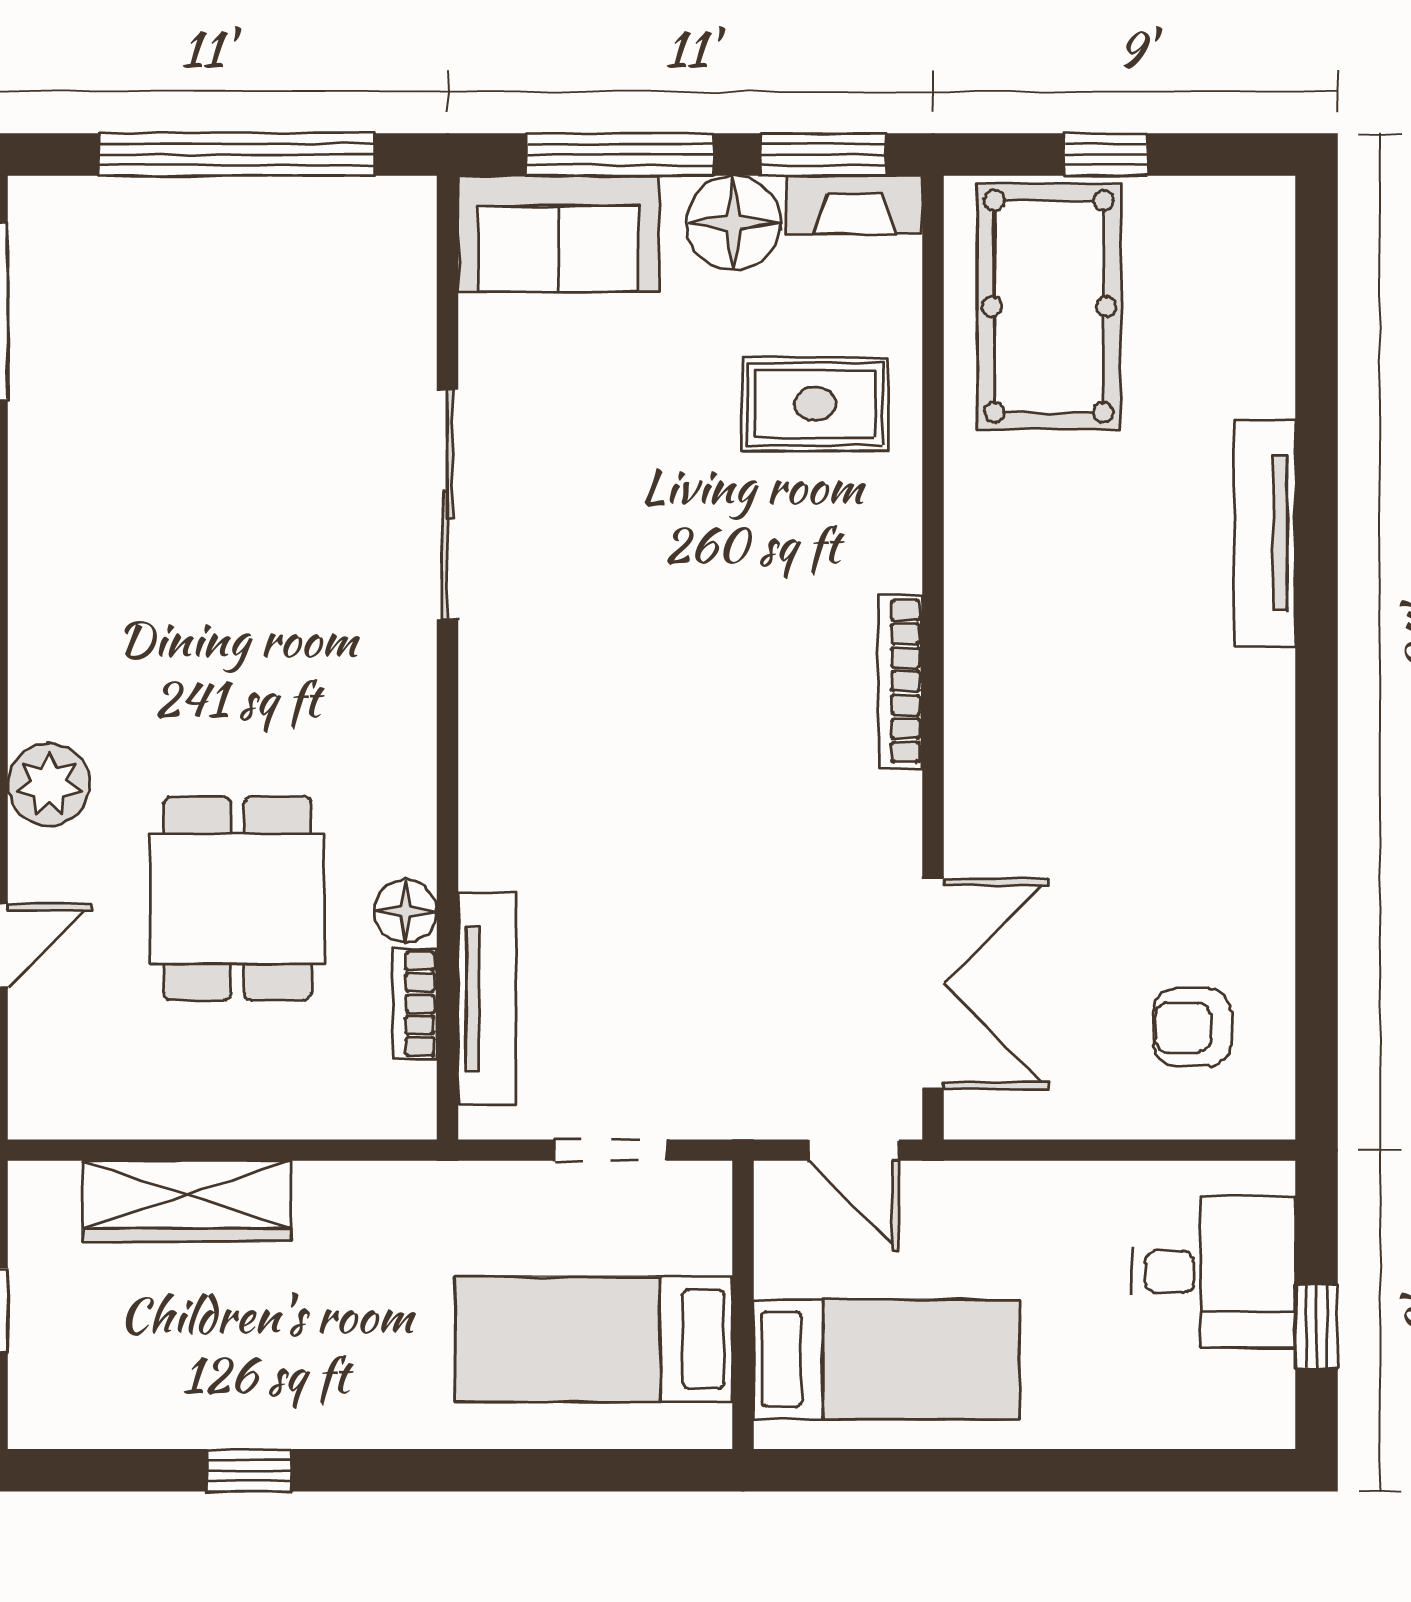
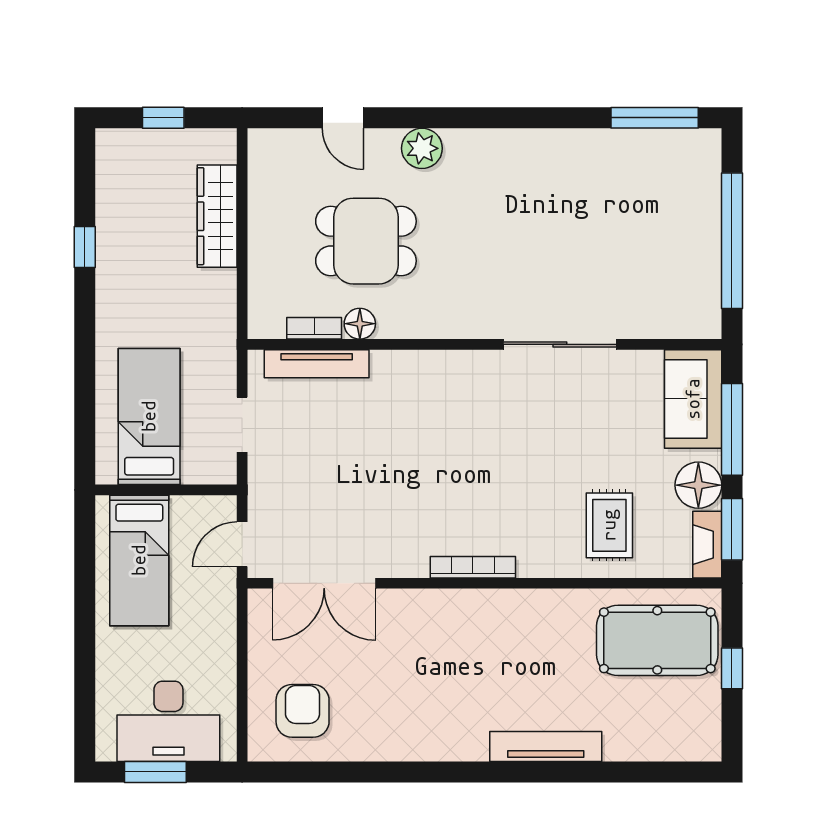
armchair: (1192, 1028) -> (303, 711), width x1.38, depth x1.38
desk: (1214, 1272) -> (168, 721), width x1.37
window: (1316, 1327) -> (155, 772), width x1.50

